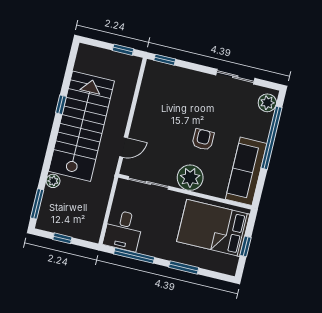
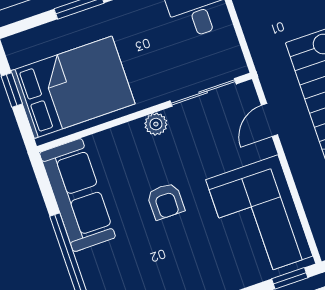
corner sofa: (161, 101) -> (259, 218), added
plant: (190, 178) -> (156, 124), width x0.53, depth x0.53

